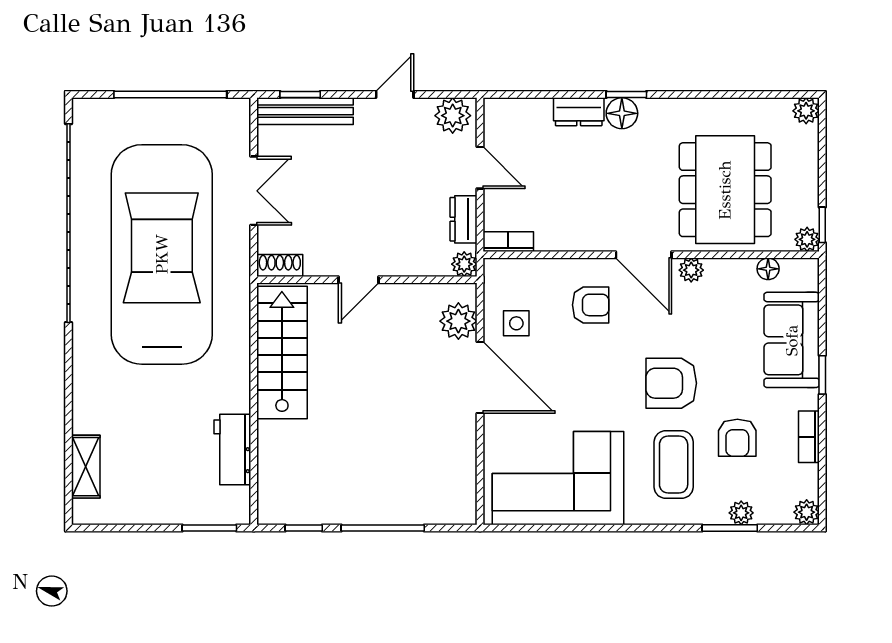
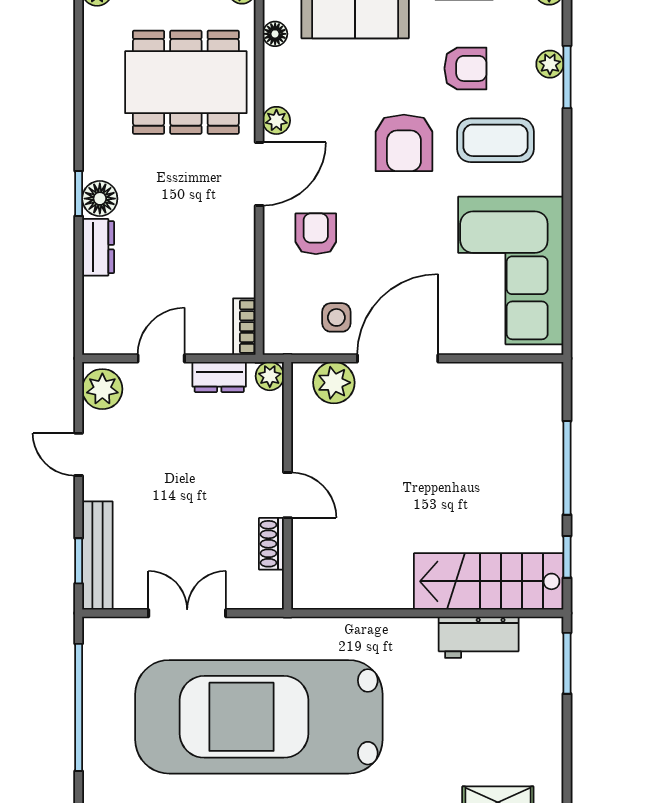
shoe rack: (280, 266) -> (271, 544), moved
stairs: (282, 352) -> (489, 581), moved

